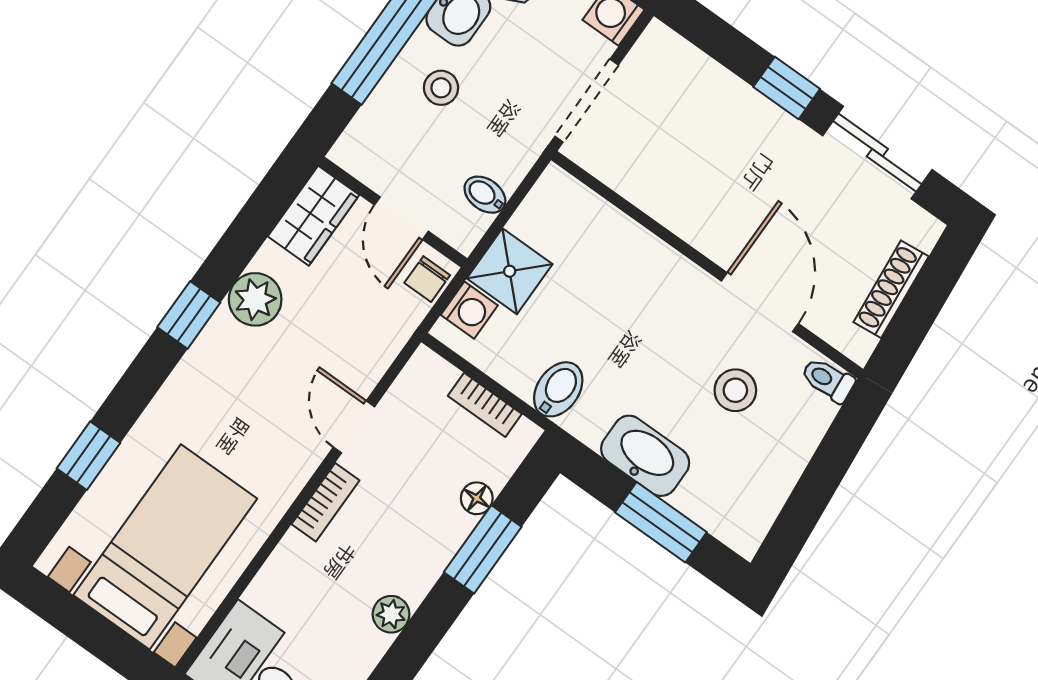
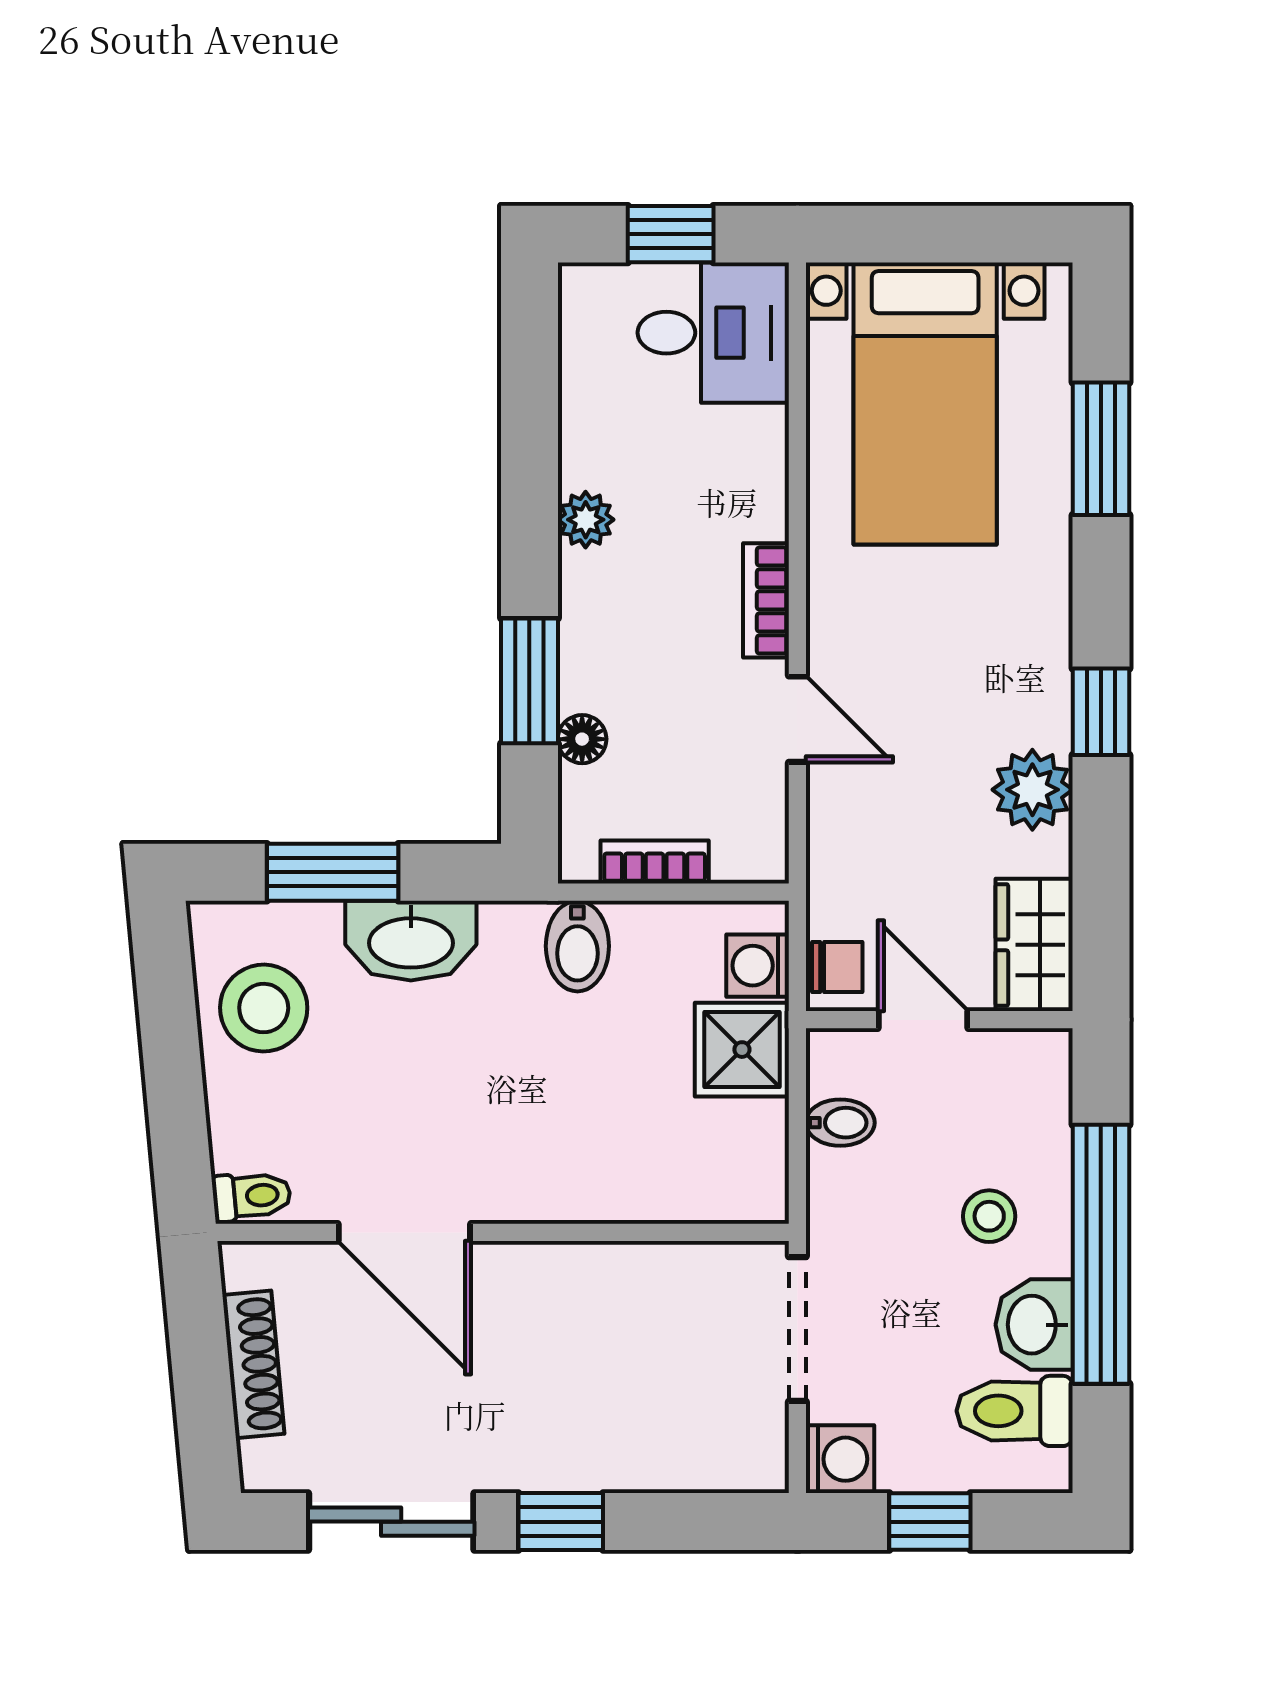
chair: (427, 279) -> (837, 967), turned 90
stool: (735, 390) -> (264, 1008), moved, width x1.38, depth x1.38
window: (89, 456) -> (1101, 449), width x1.50

